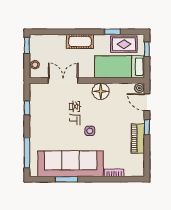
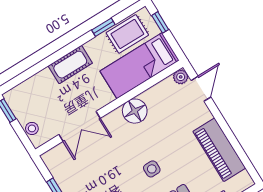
double door: (63, 80) -> (79, 126), swing flipped
door: (147, 102) -> (201, 89), swing flipped
window: (147, 127) -> (220, 120), removed
piano: (138, 139) -> (219, 150), width x1.37, depth x1.33

